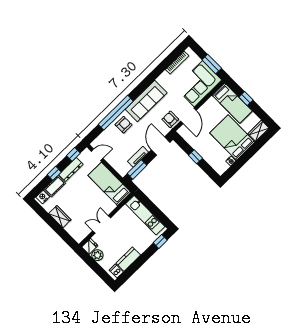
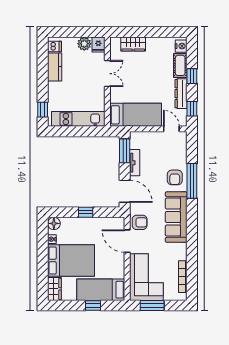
window: (116, 113) -> (192, 181), width x0.68
door: (97, 155) -> (171, 129), swing flipped
floor lamp: (220, 169) -> (54, 223), added
wardrobe: (60, 217) -> (133, 44), moved

